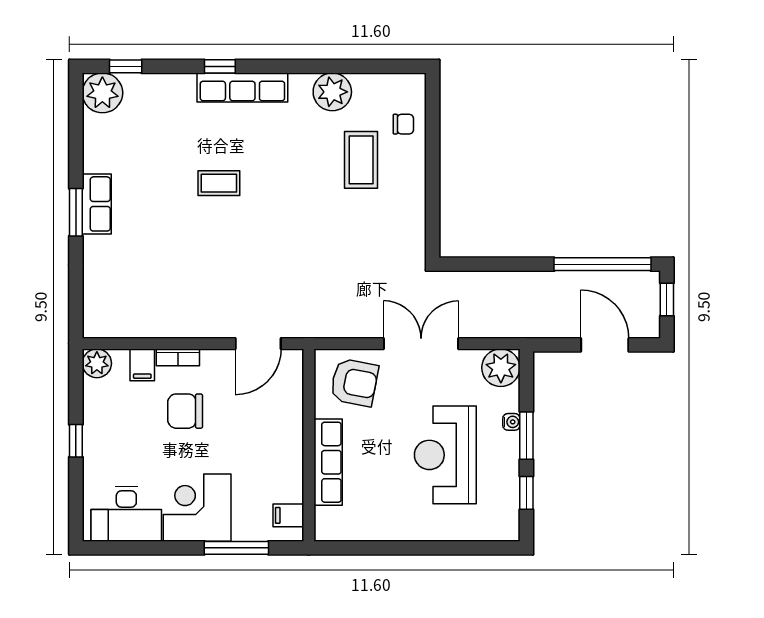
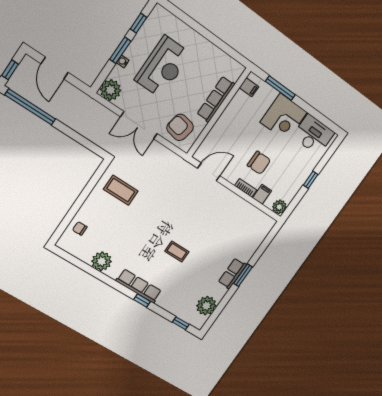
plant: (102, 93) -> (206, 306), moved
coffee table: (361, 160) -> (121, 190), moved, turned 90

